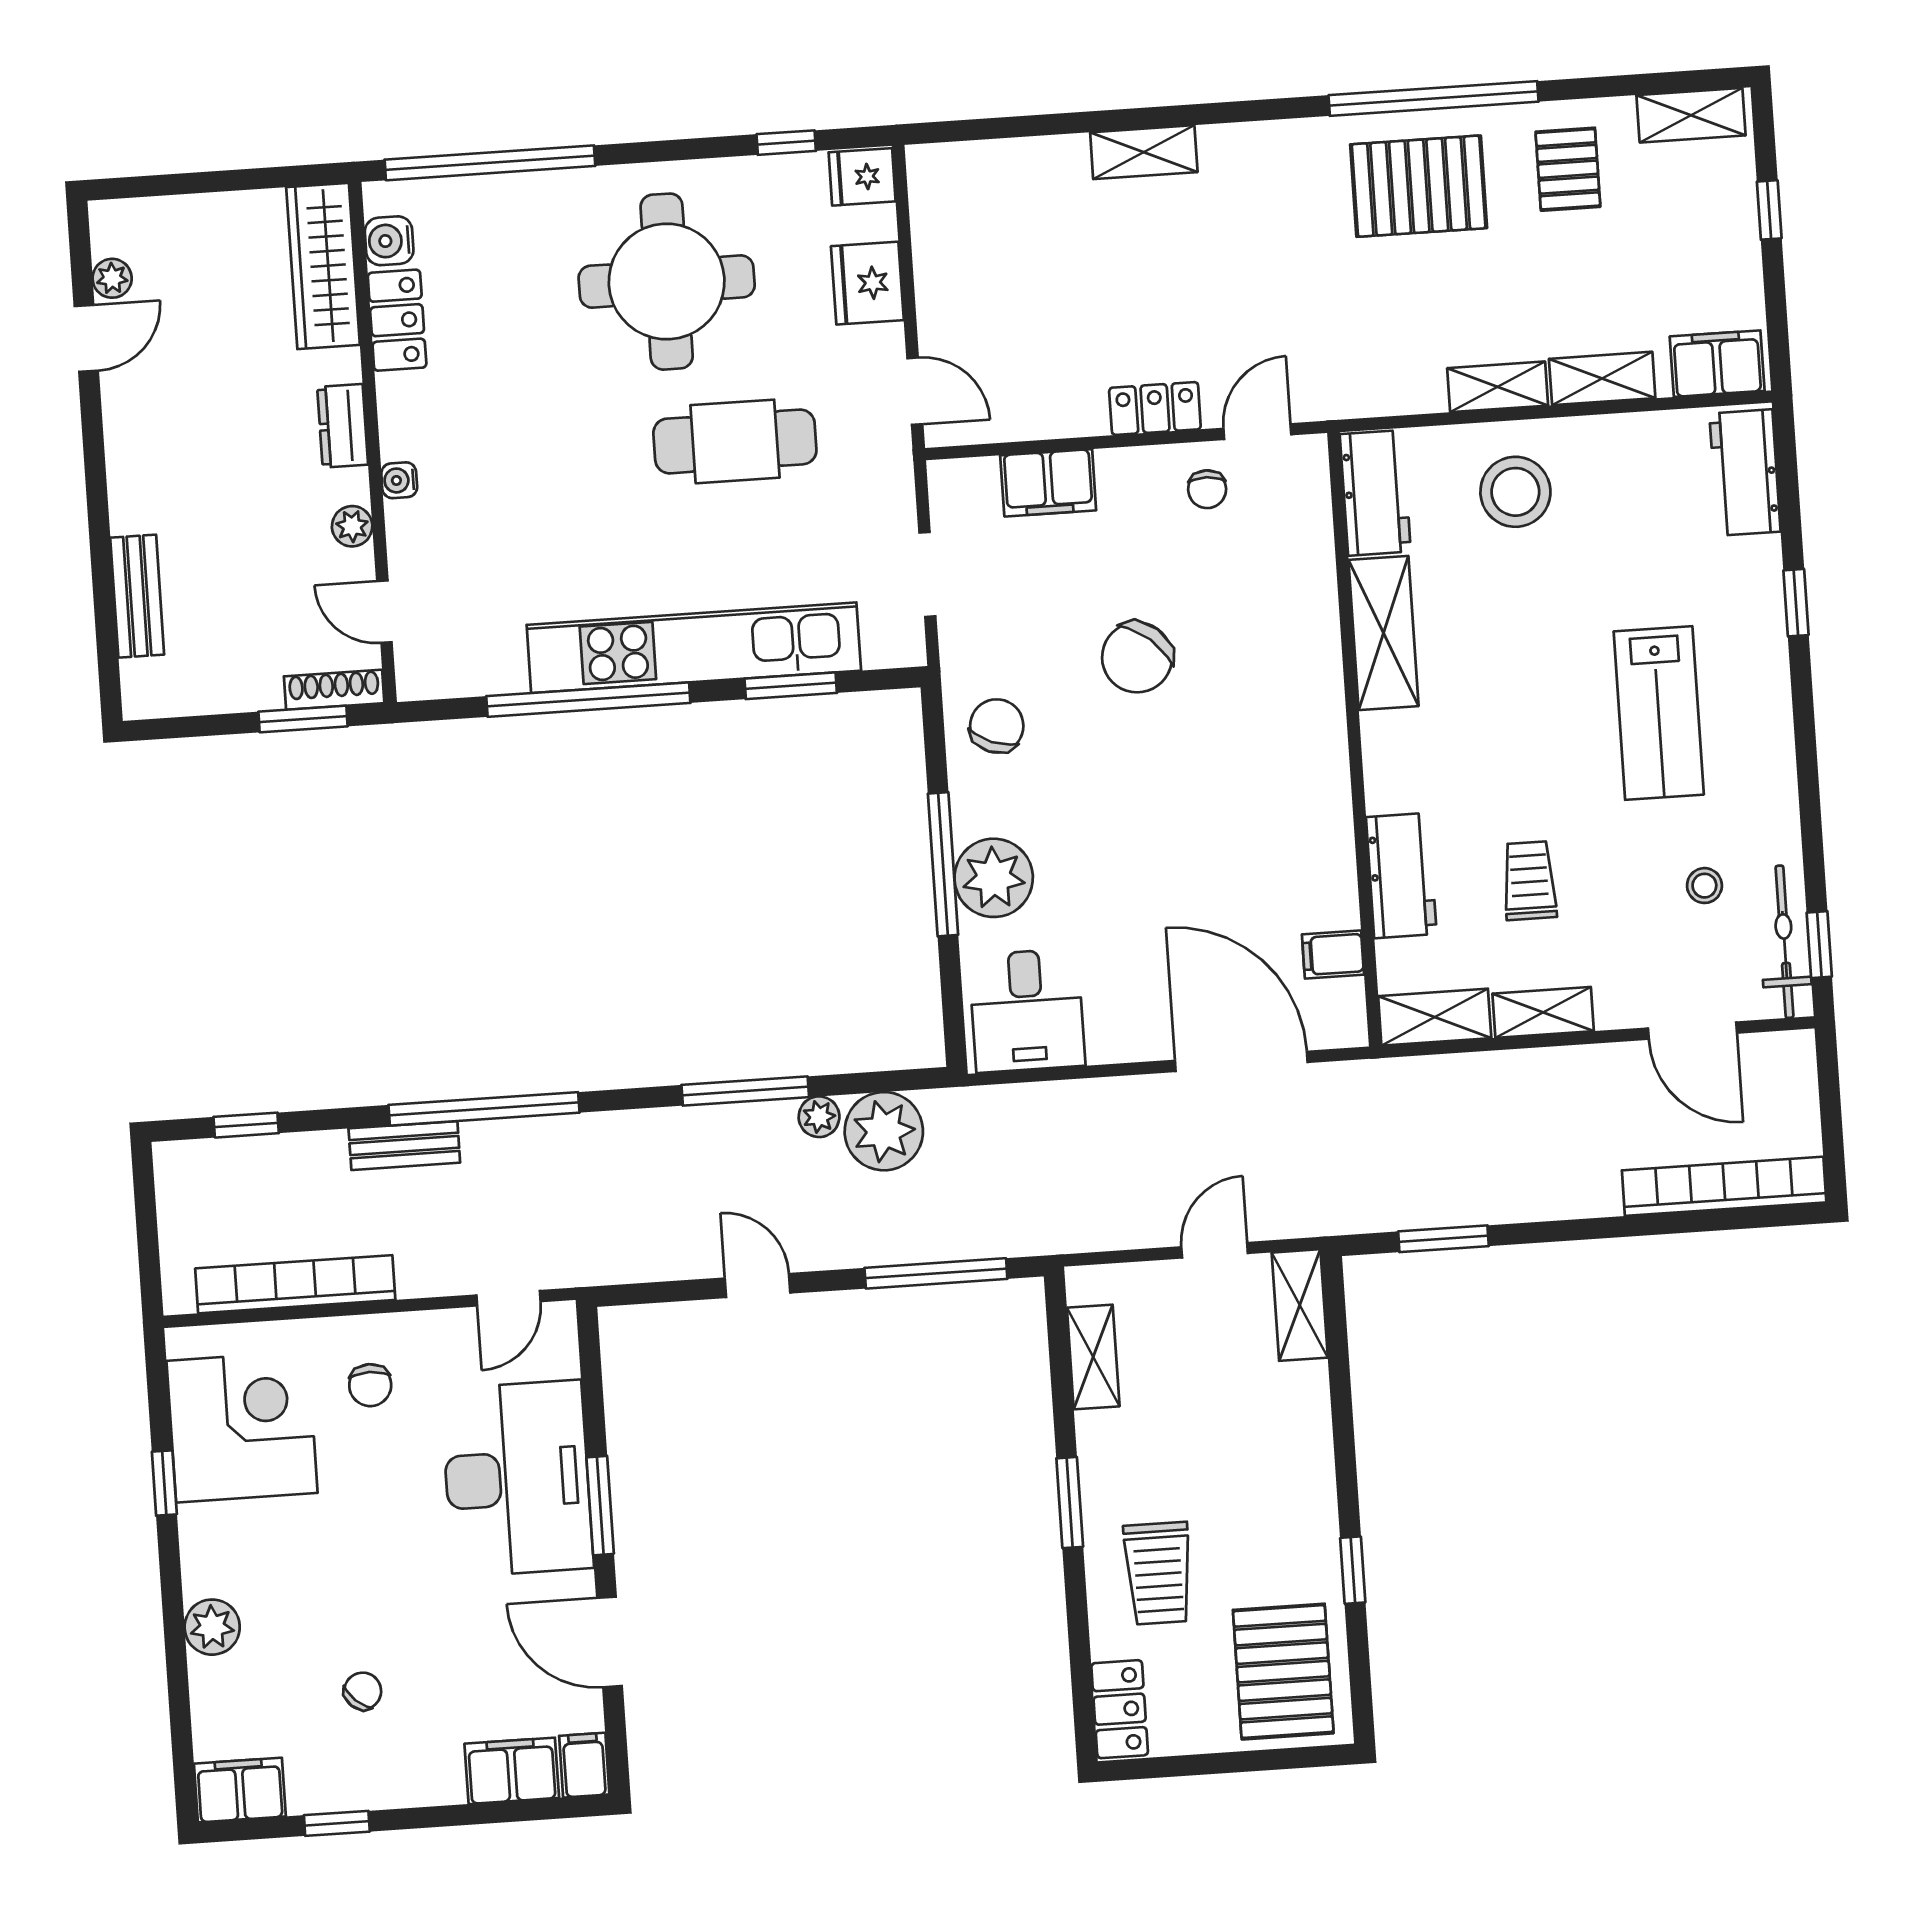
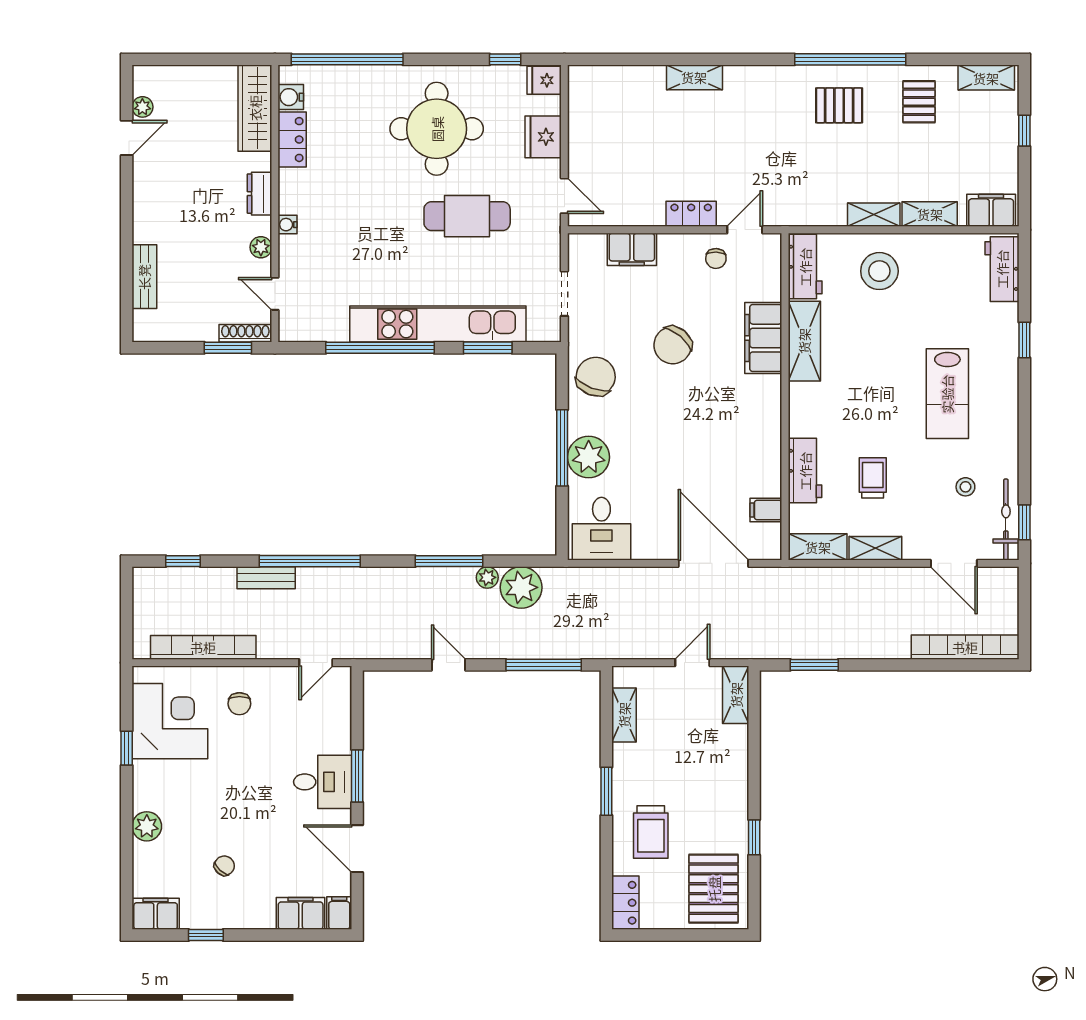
pallet: (1419, 186) -> (839, 105), width x0.67, depth x0.71
filing cabinet: (1306, 632) -> (763, 338), added
chair: (997, 726) -> (596, 377), width x1.37, depth x1.37
desk: (517, 1478) -> (323, 782), width x0.53, depth x0.77

